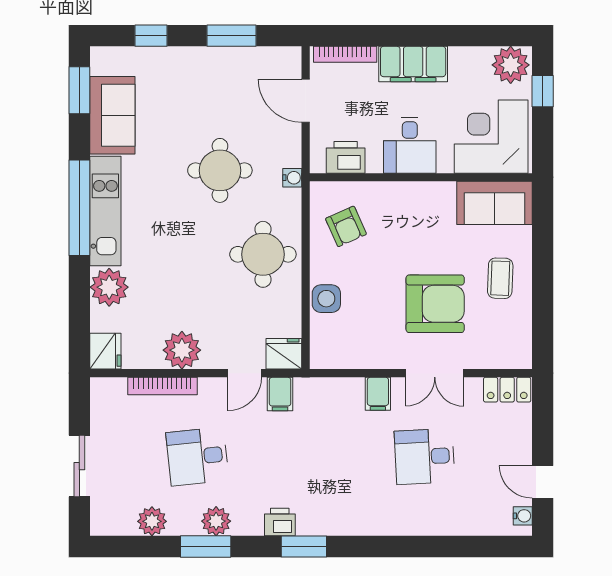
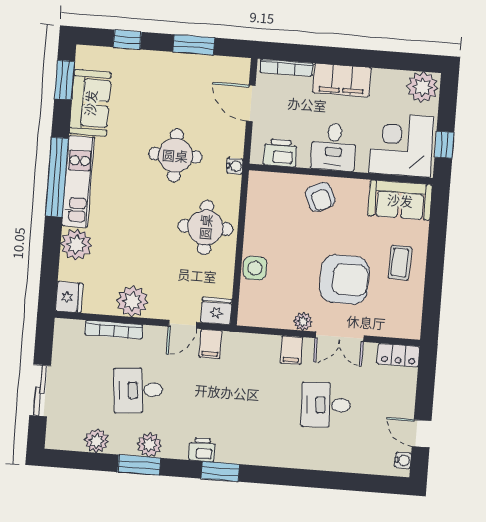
window: (543, 91) -> (444, 145), moved
armchair: (346, 226) -> (320, 197), moved
plant: (389, 358) -> (303, 321), added

